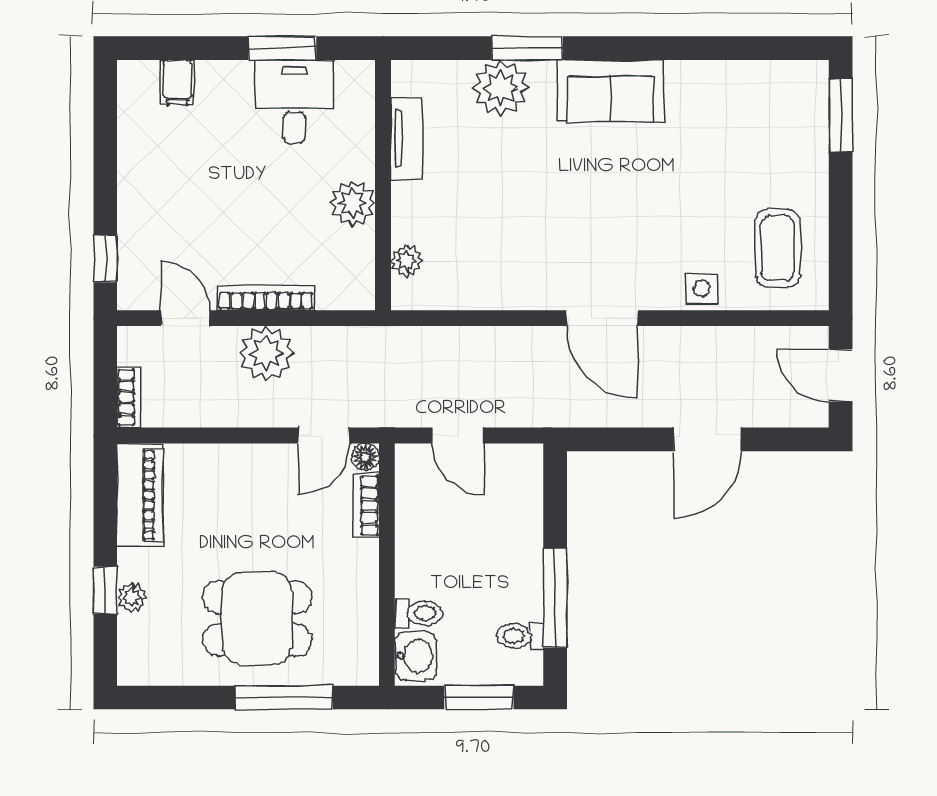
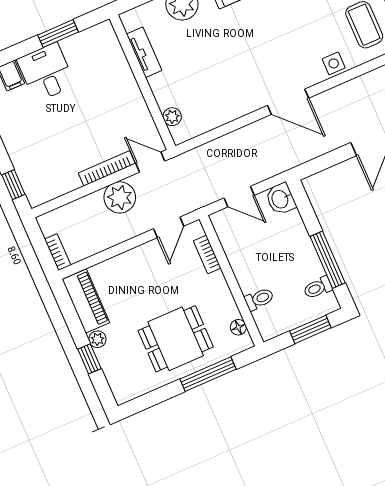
desk: (294, 102) -> (46, 72), moved
plant: (352, 203) -> (130, 99), removed
door: (185, 318) -> (150, 162), moved
floor lamp: (365, 457) -> (238, 327), moved
plant: (132, 598) -> (97, 339), moved
washbasin: (416, 656) -> (281, 199), moved, turned 180

